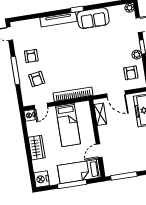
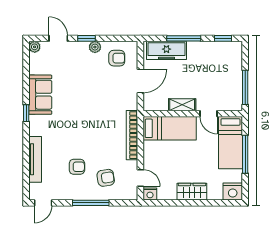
tv unit: (58, 19) -> (35, 159), moved
armchair: (31, 56) -> (77, 167), moved
shelving: (100, 114) -> (182, 105), moved
bed: (68, 125) -> (170, 128), moved

